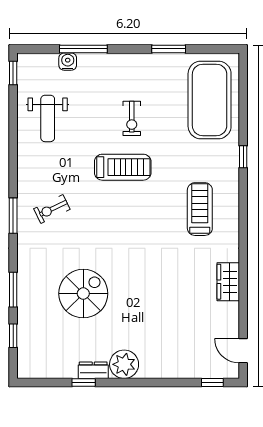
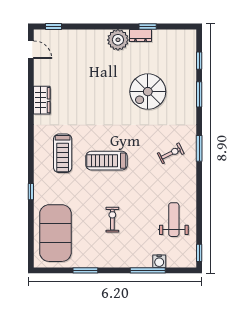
treadmill: (123, 167) -> (107, 161), moved

